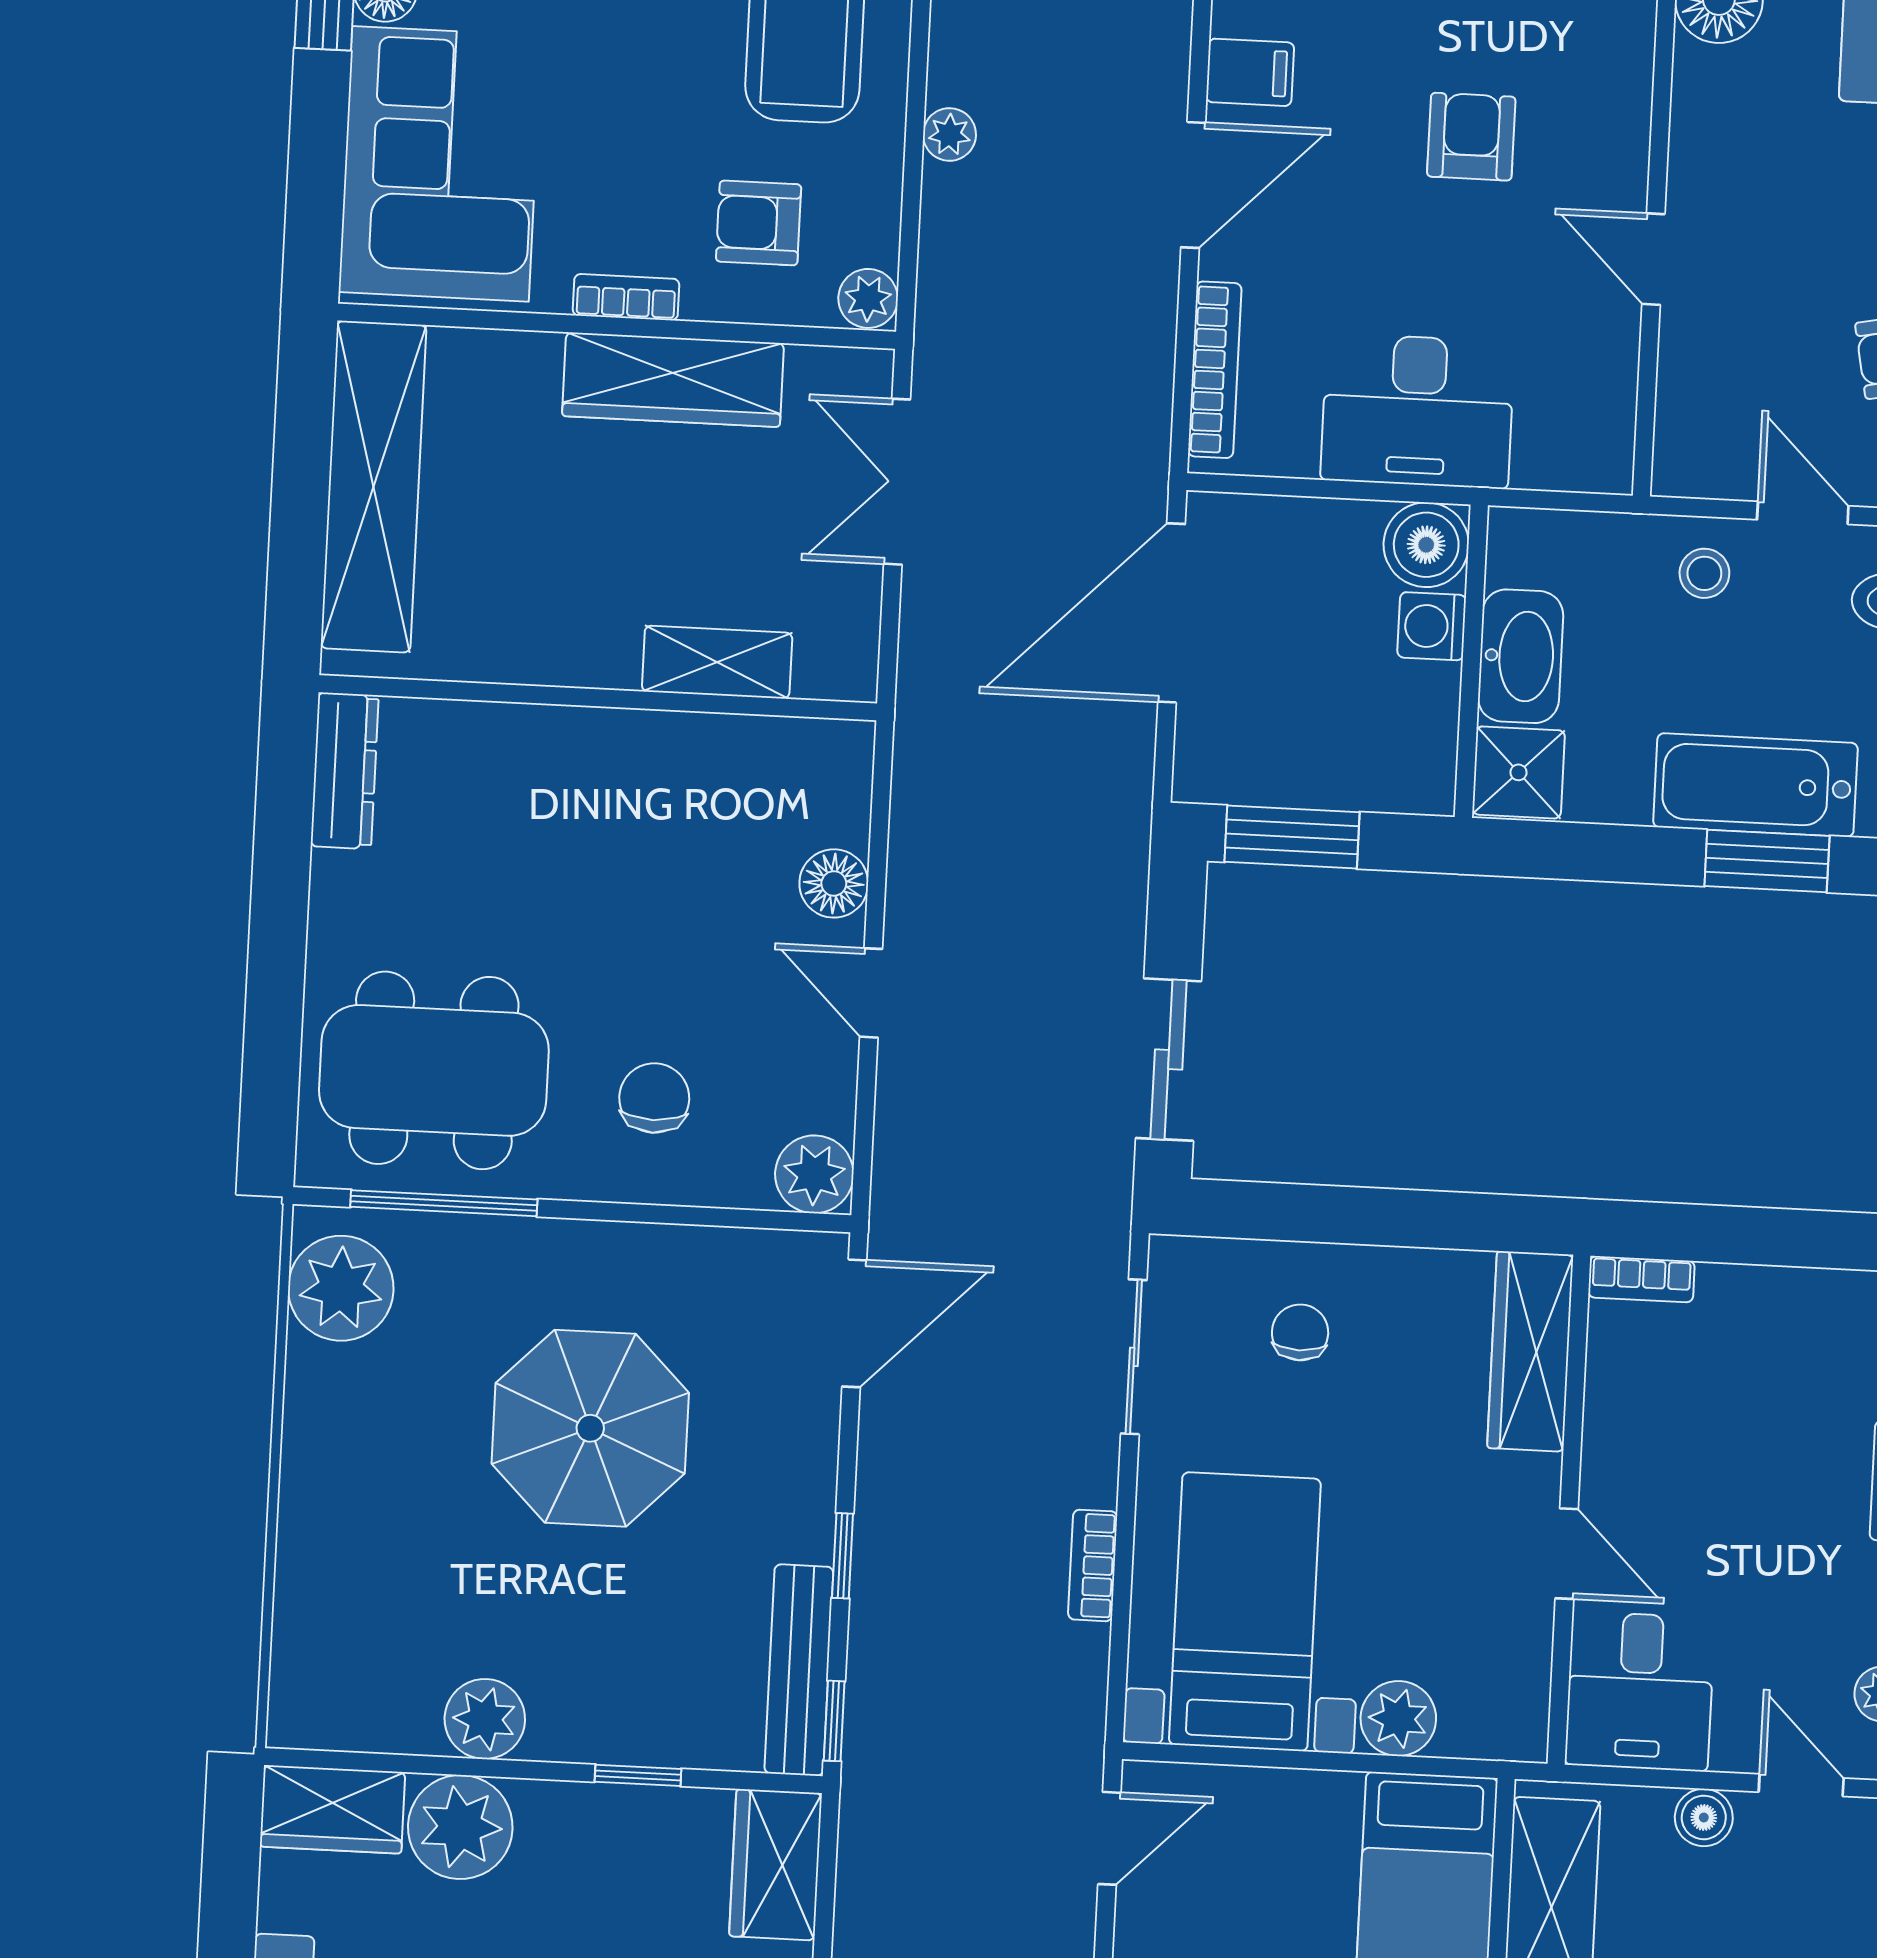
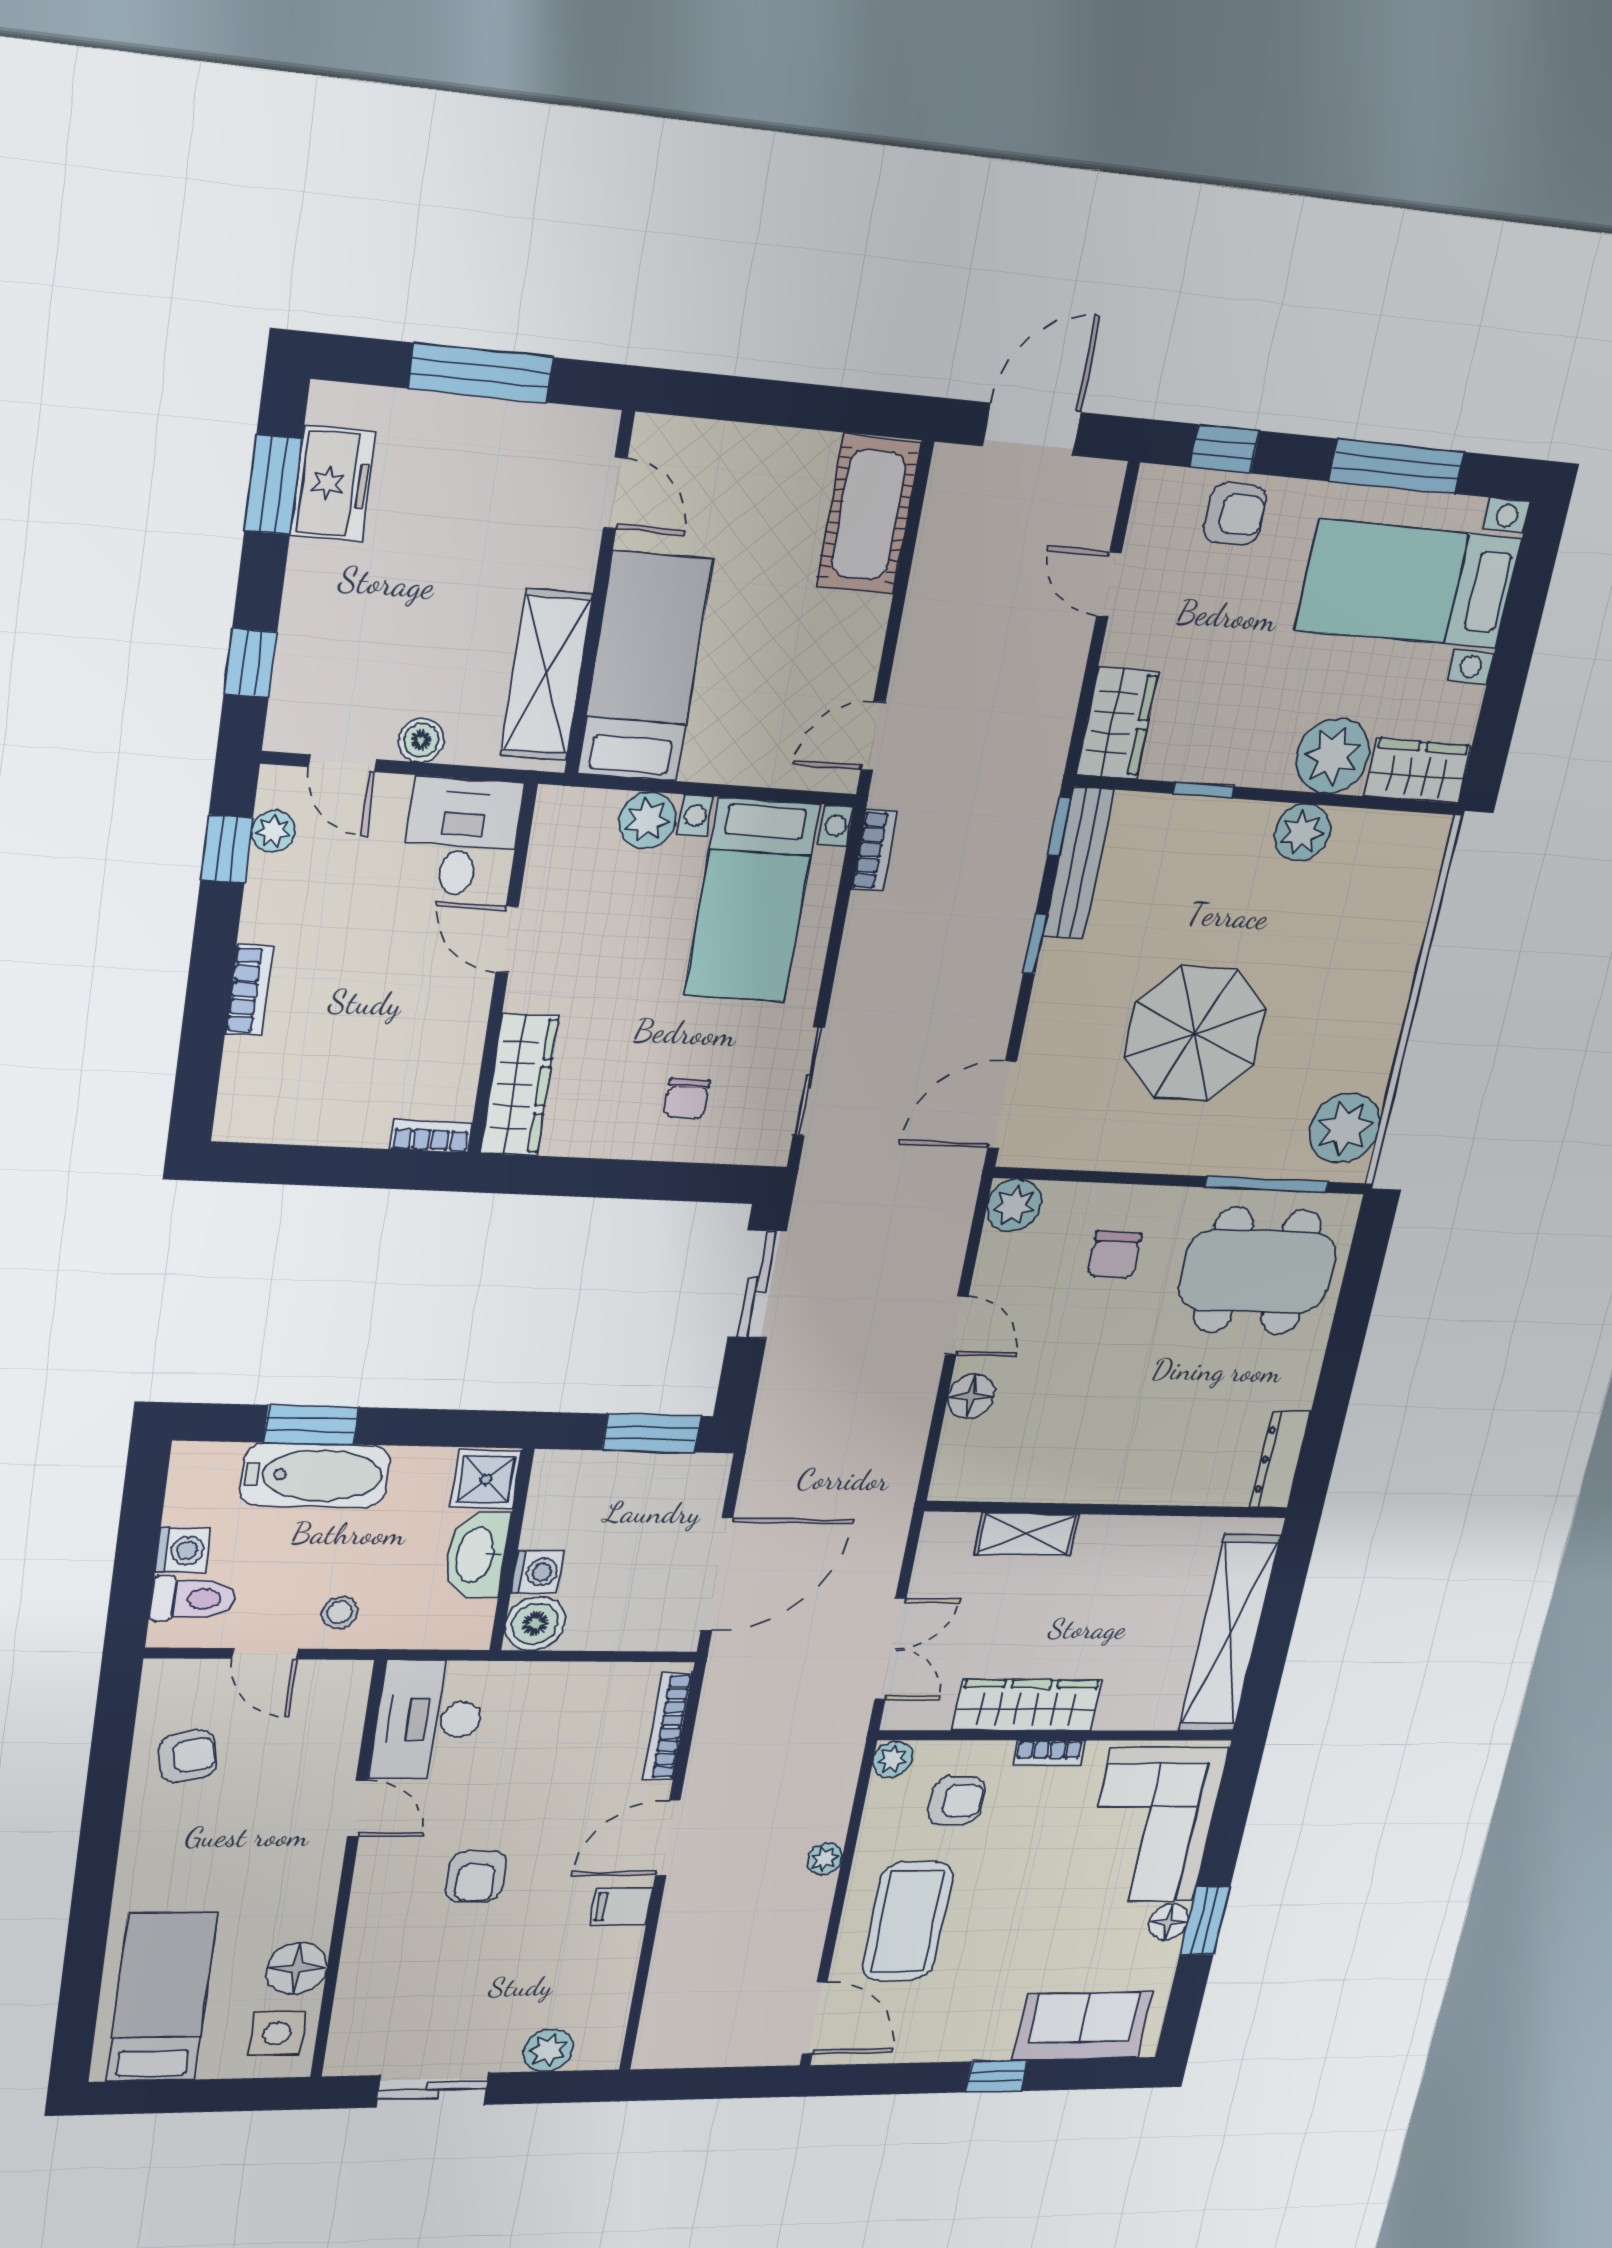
desk: (1418, 411) -> (429, 1719), moved, turned -90
bookcase: (1093, 1565) -> (874, 850), moved

